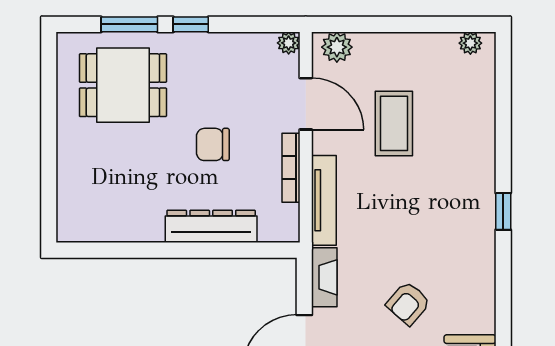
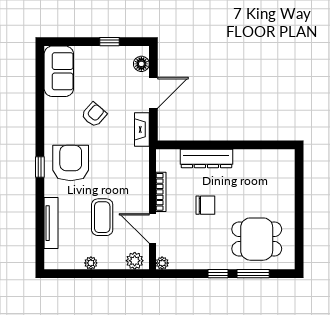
plant: (470, 43) -> (91, 263), moved
tv unit: (324, 200) -> (51, 223), moved, turned 180
armchair: (449, 218) -> (71, 163), added

